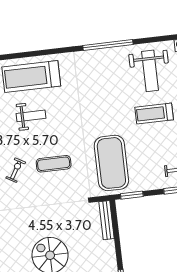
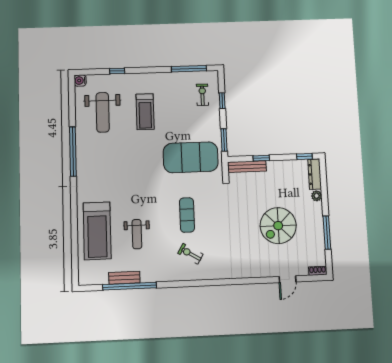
weight bench: (150, 71) -> (103, 112), turned 90
weight bench: (31, 116) -> (137, 234), turned 180
window: (116, 234) -> (261, 158), added

